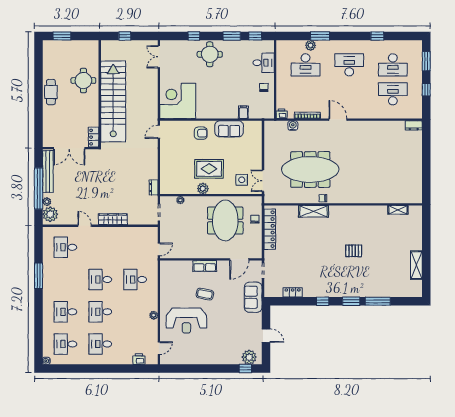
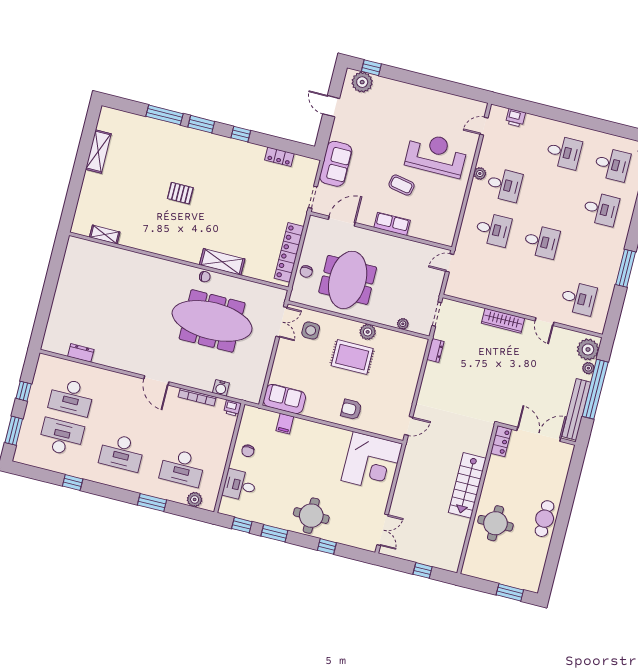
plant: (311, 45) -> (195, 499), moved
desk: (306, 65) -> (182, 468), turned 180
stairs: (113, 101) -> (467, 485), width x0.54, depth x0.66
dresser: (414, 125) -> (81, 353), moved
sofa: (229, 129) -> (284, 399), moved
desk: (100, 312) -> (504, 185), moved

